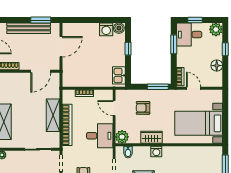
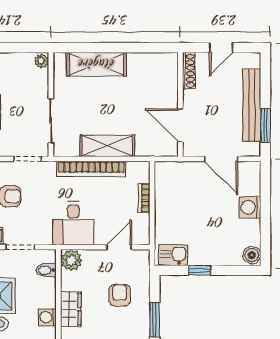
washing machine: (106, 29) -> (250, 207), moved
window: (128, 49) -> (200, 270), moved

